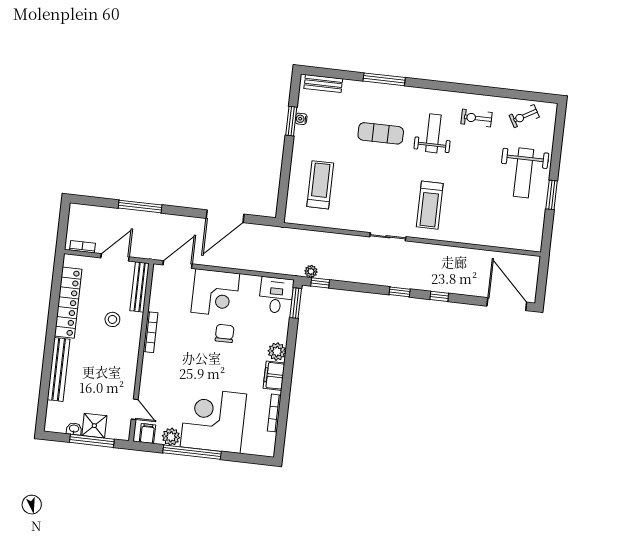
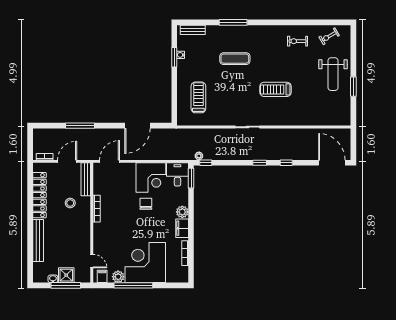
weight bench: (433, 133) -> (270, 55), removed
treadmill: (430, 205) -> (275, 89), moved, turned 90
corner desk: (215, 293) -> (151, 177), moved

